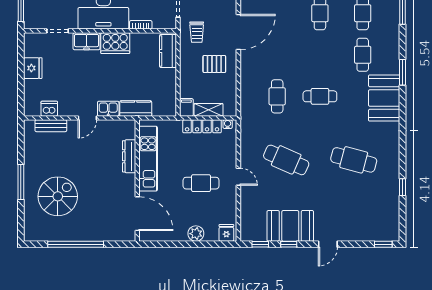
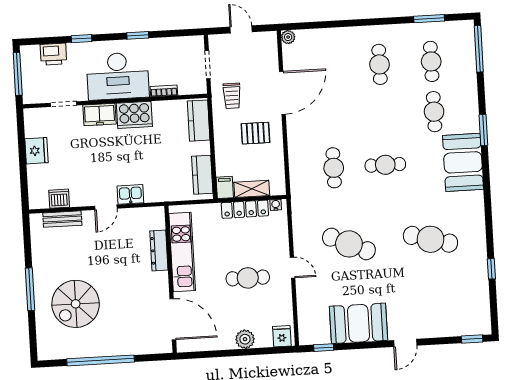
kitchen counter: (136, 108) -> (202, 175), moved, turned -90
spiral stairs: (58, 196) -> (76, 304), turned 180
window: (289, 244) -> (358, 346), removed

